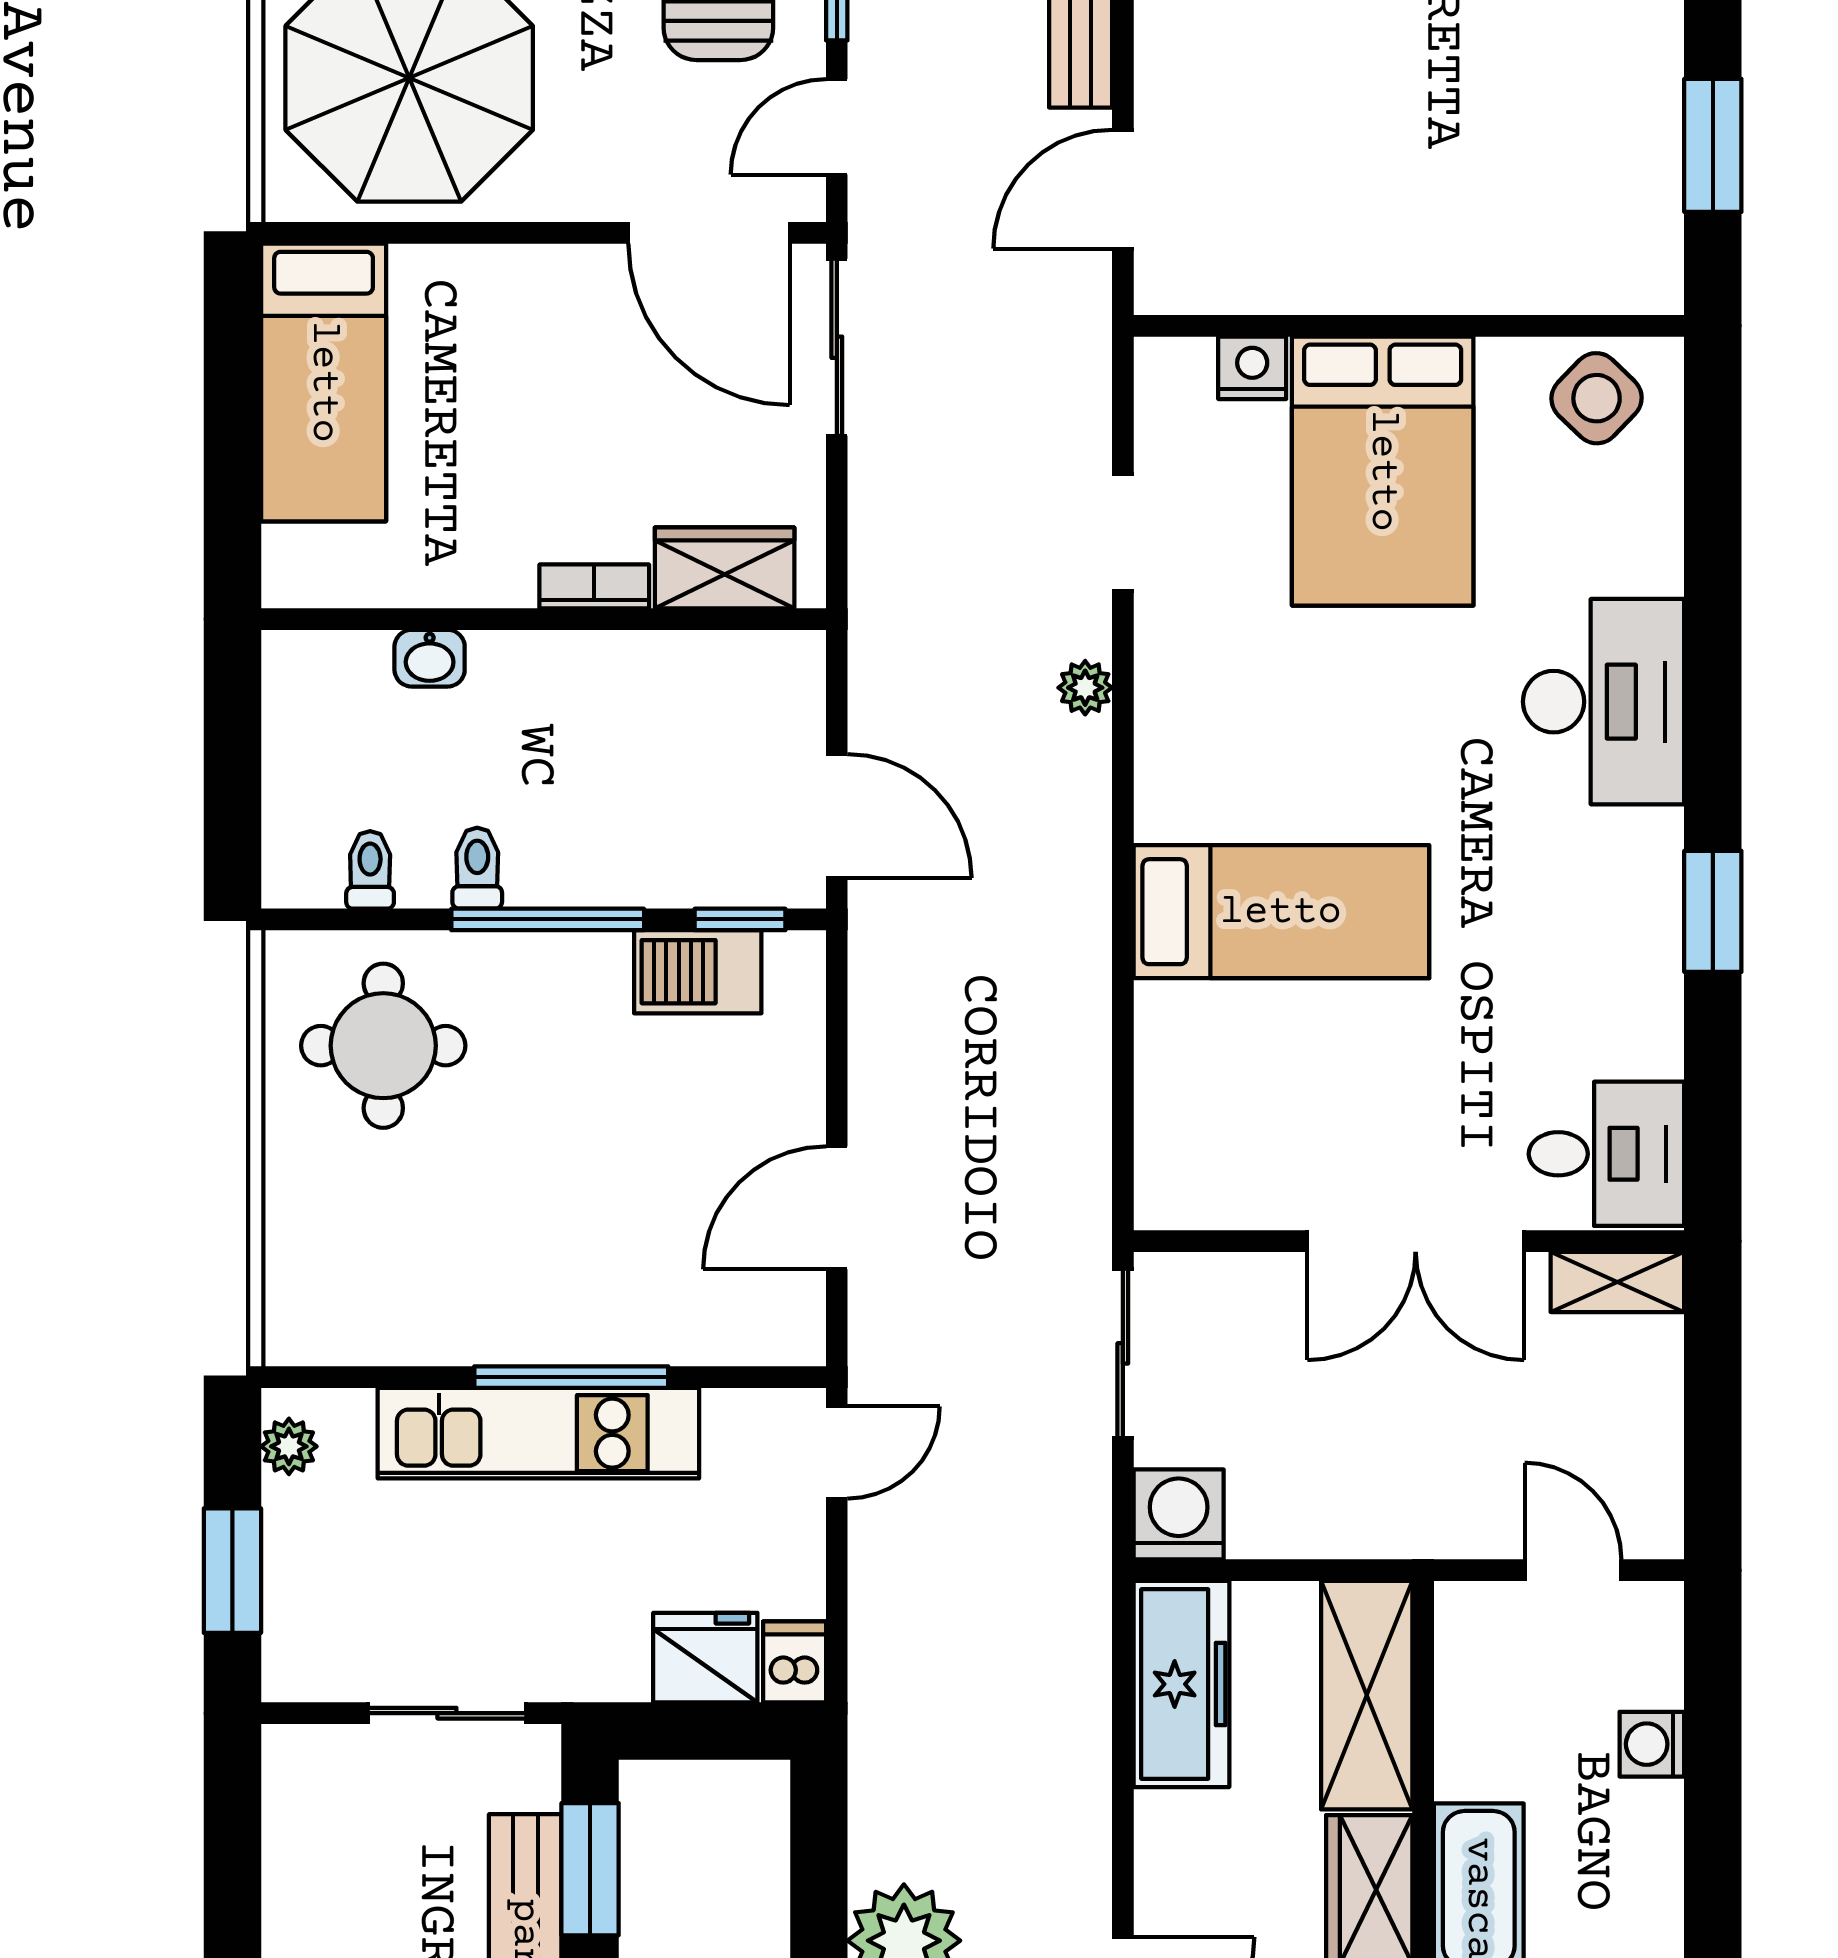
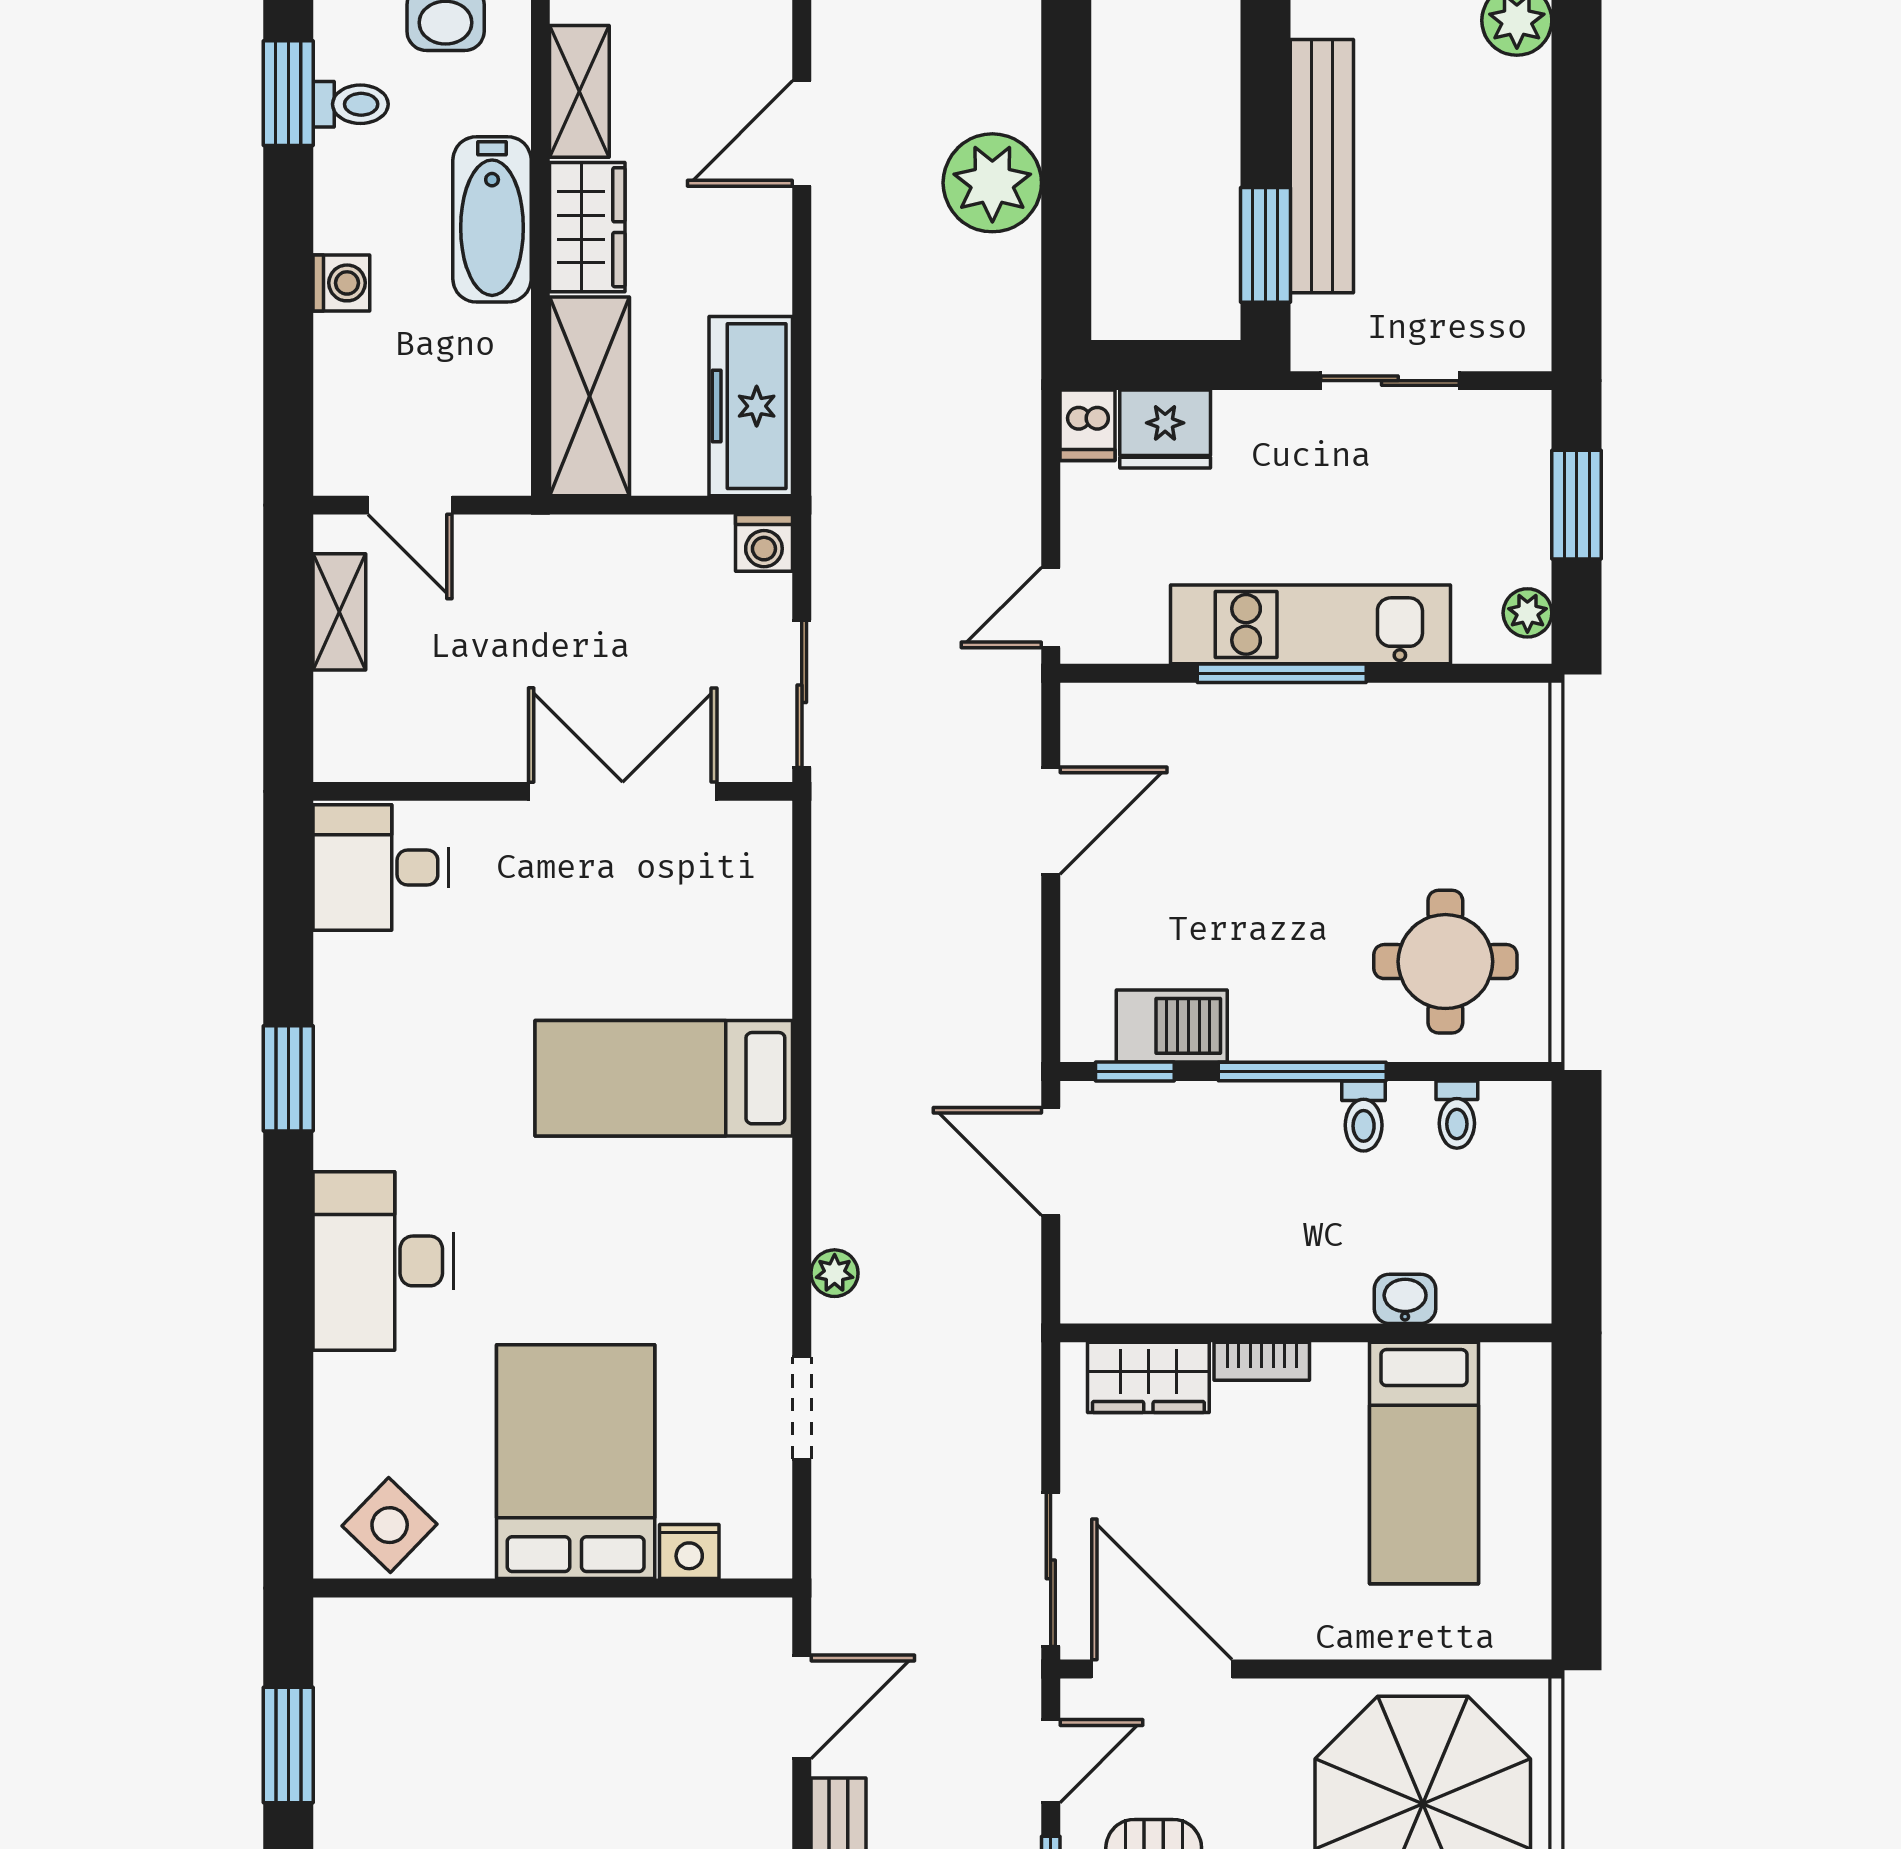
bed: (324, 382) -> (1424, 1463), moved, turned 180
double door: (1416, 1241) -> (623, 791), moved
shelving: (1617, 1282) -> (339, 612), moved, turned 90
washing machine: (1179, 1514) -> (764, 543), width x0.73, depth x0.73
washing machine: (1652, 1744) -> (341, 283), moved

